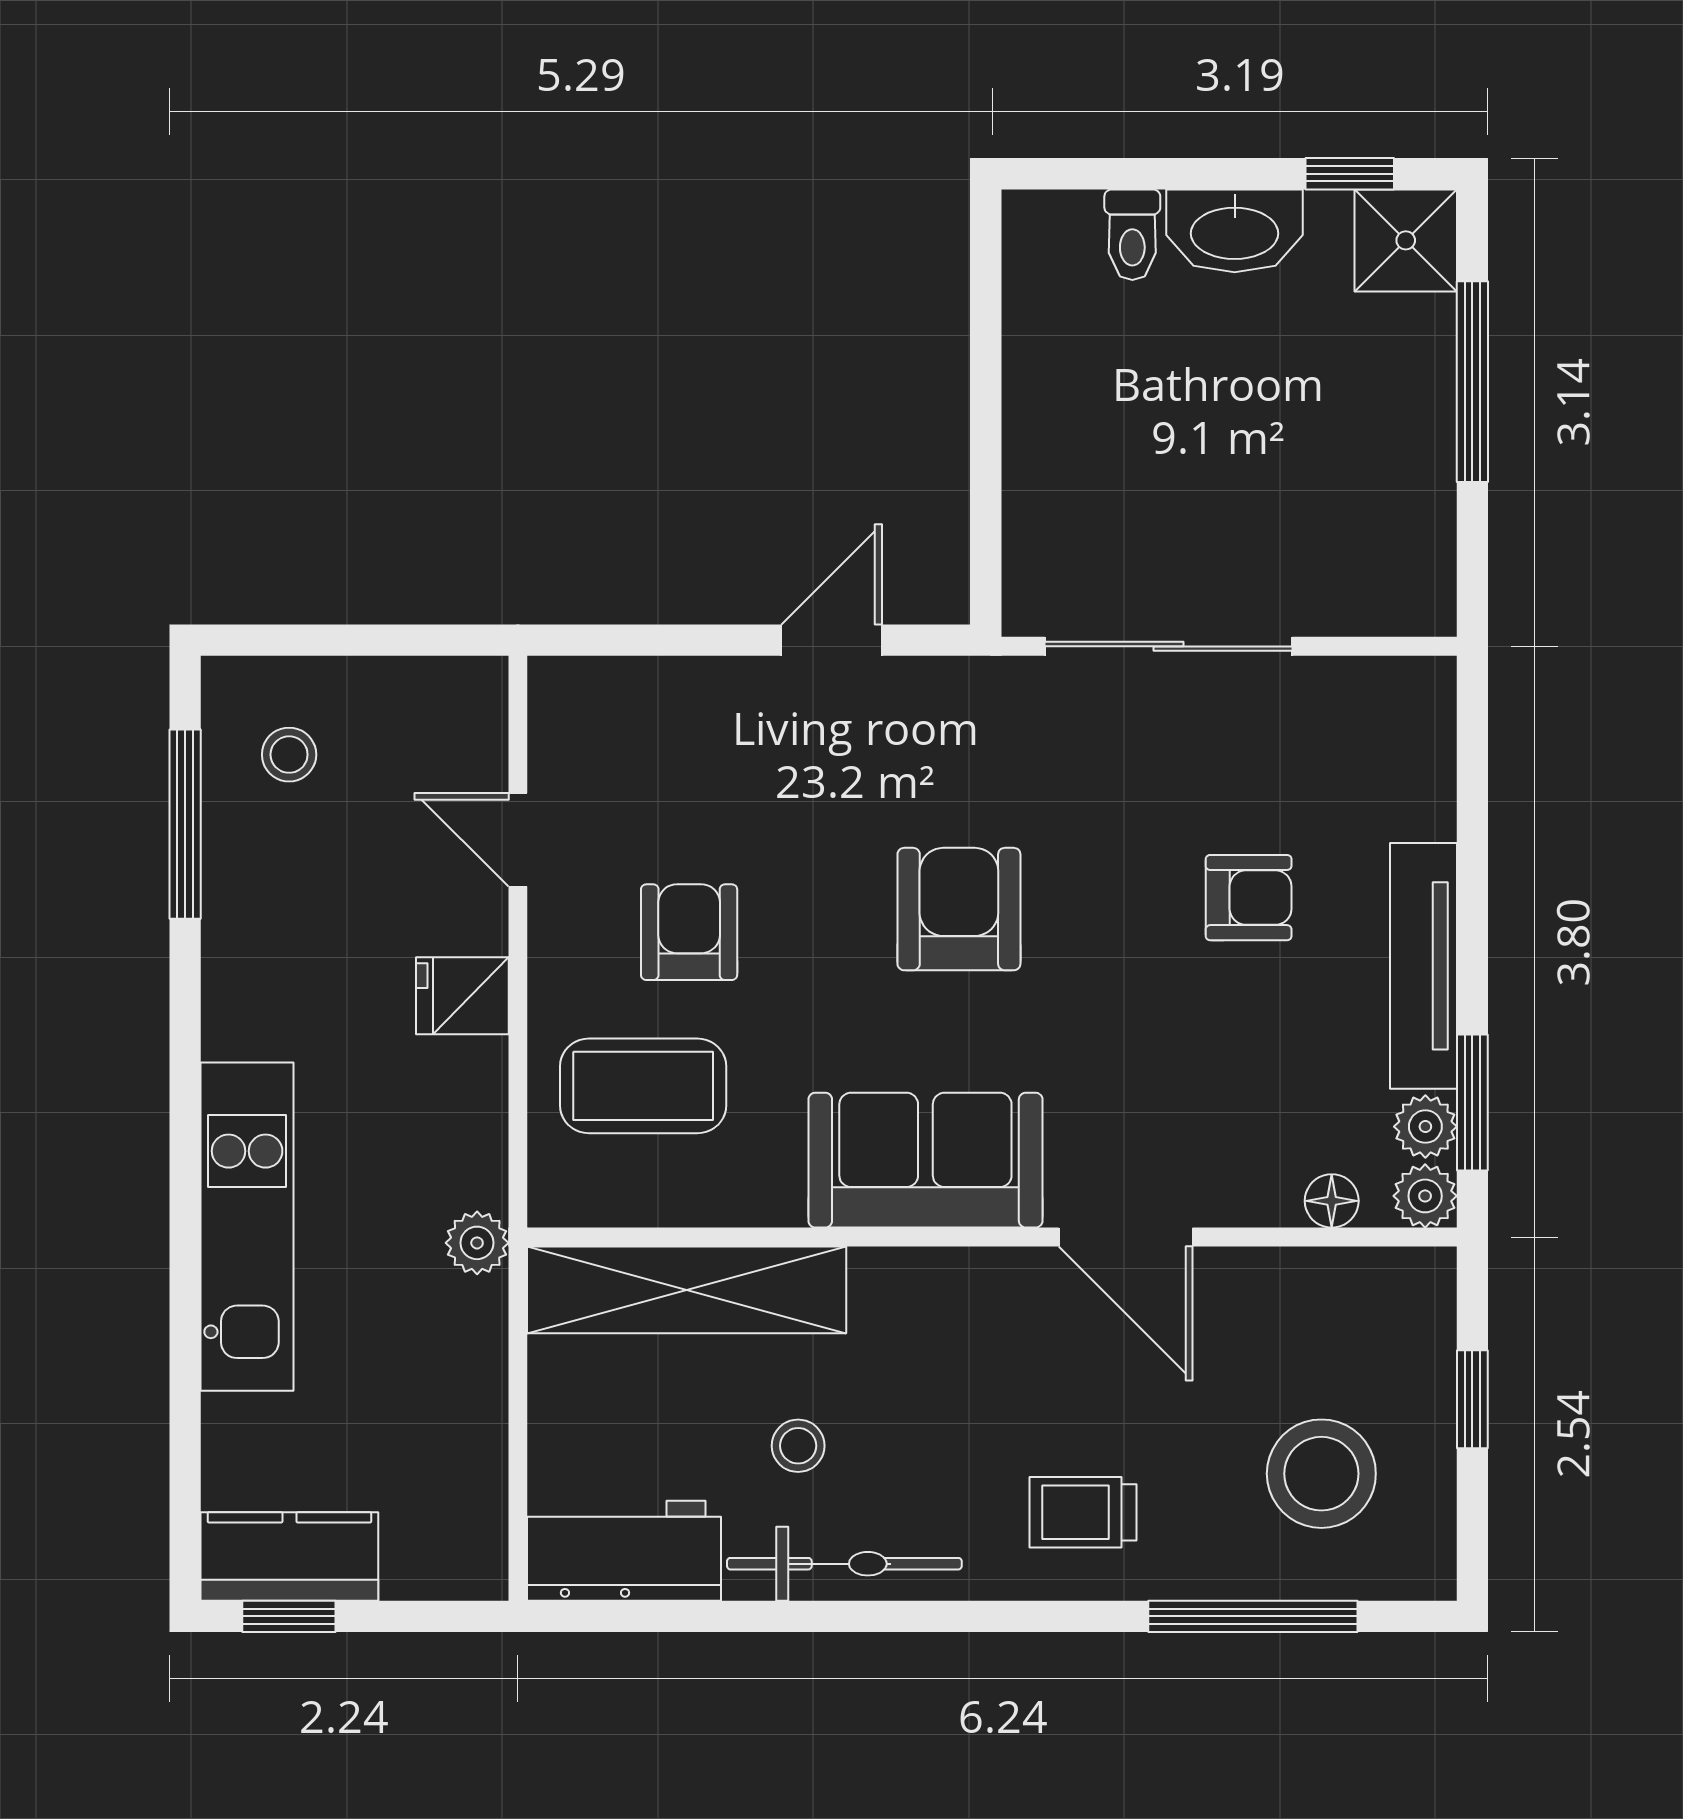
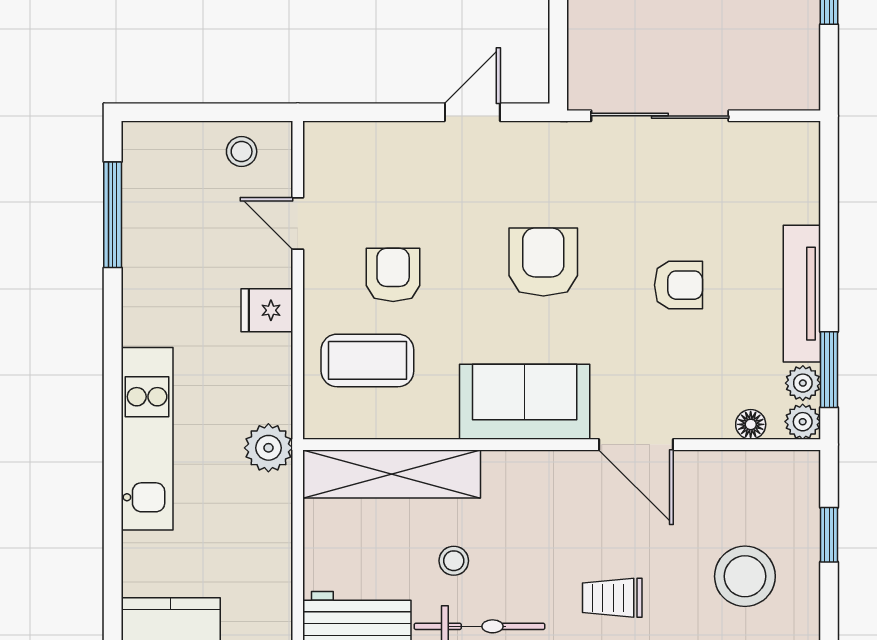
stool: (289, 755) -> (242, 152), moved
armchair: (1249, 898) -> (678, 285), moved
plant: (477, 1243) -> (268, 448), width x1.38, depth x1.38

